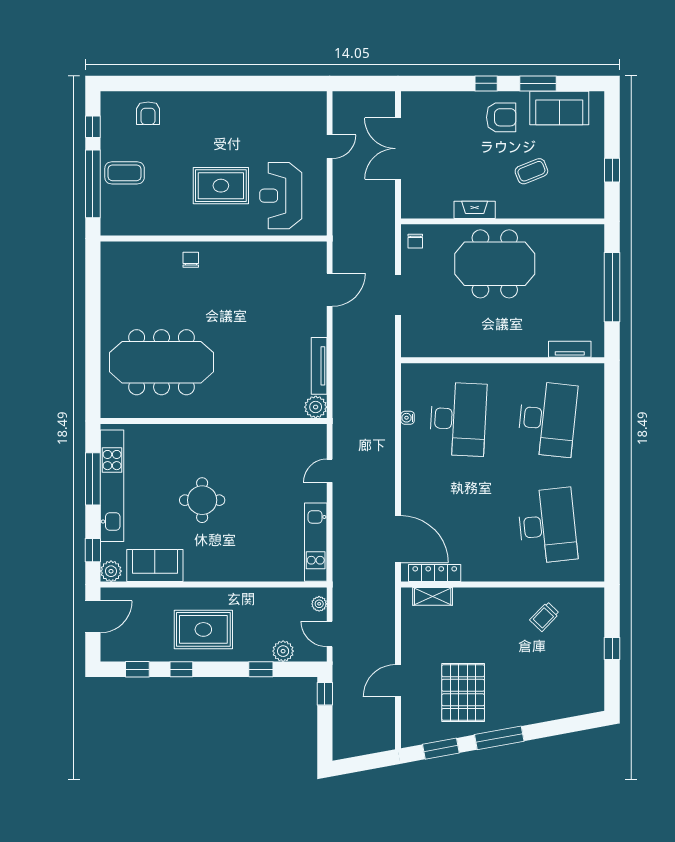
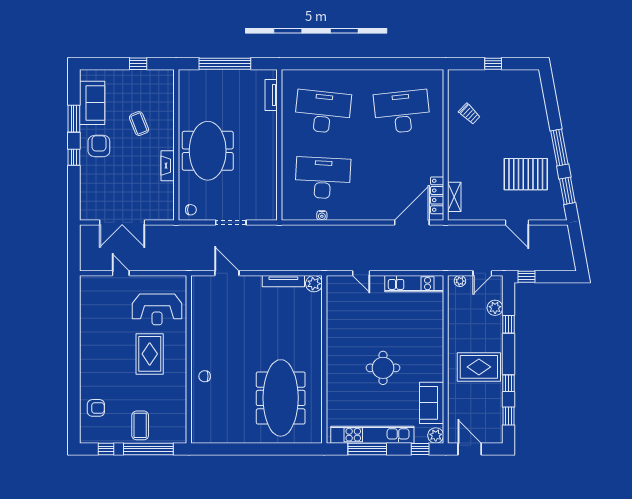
rug: (203, 629) -> (479, 367), turned 90

